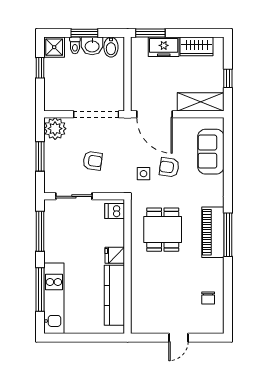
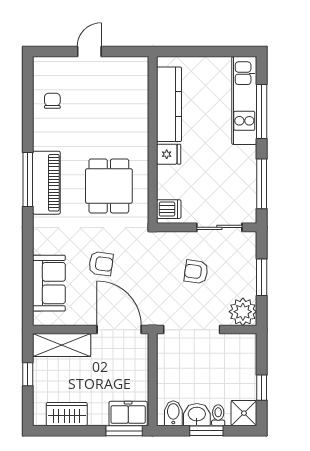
freezer: (164, 47) -> (128, 414), moved
side table: (144, 174) -> (133, 256), removed

